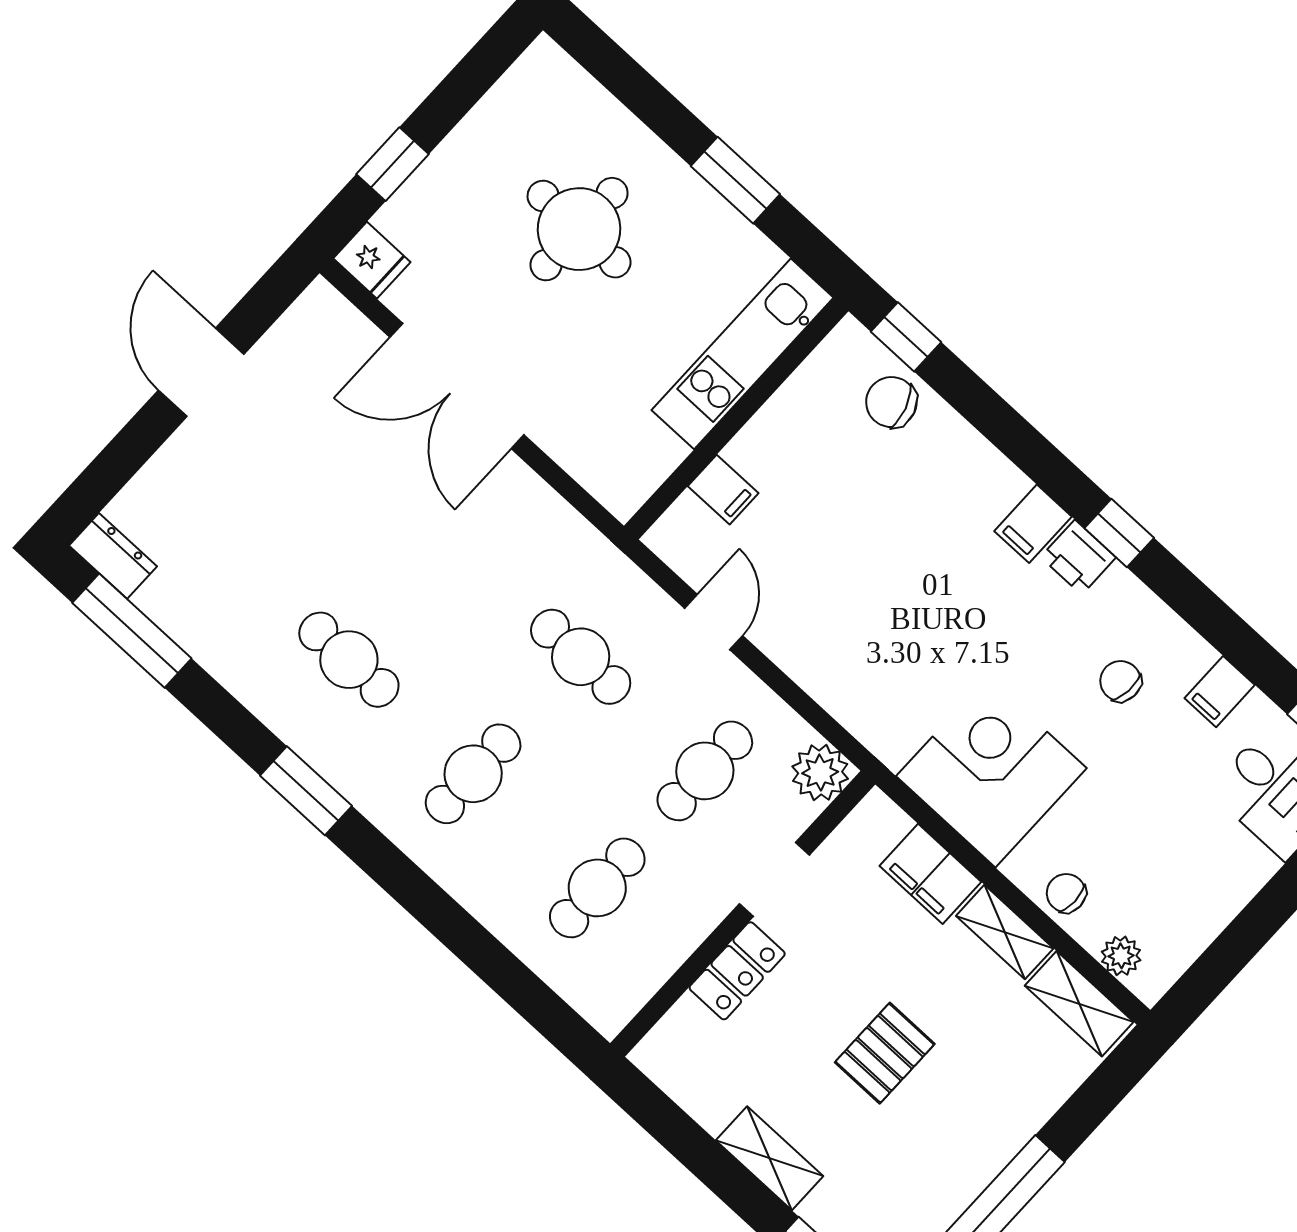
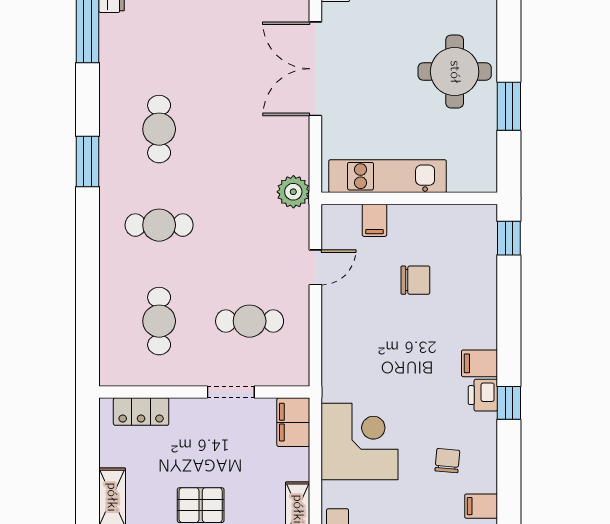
round table: (579, 229) -> (455, 72), moved
kitchen unit: (743, 354) -> (388, 176), moved
chair: (891, 402) -> (415, 280), moved, turned 108
cafe table: (581, 657) -> (250, 225), removed
plant: (820, 773) -> (293, 192), moved
filing cabinet: (930, 874) -> (293, 422), moved
cafe table: (597, 888) -> (159, 321), turned 90
locker: (737, 971) -> (141, 412), moved

